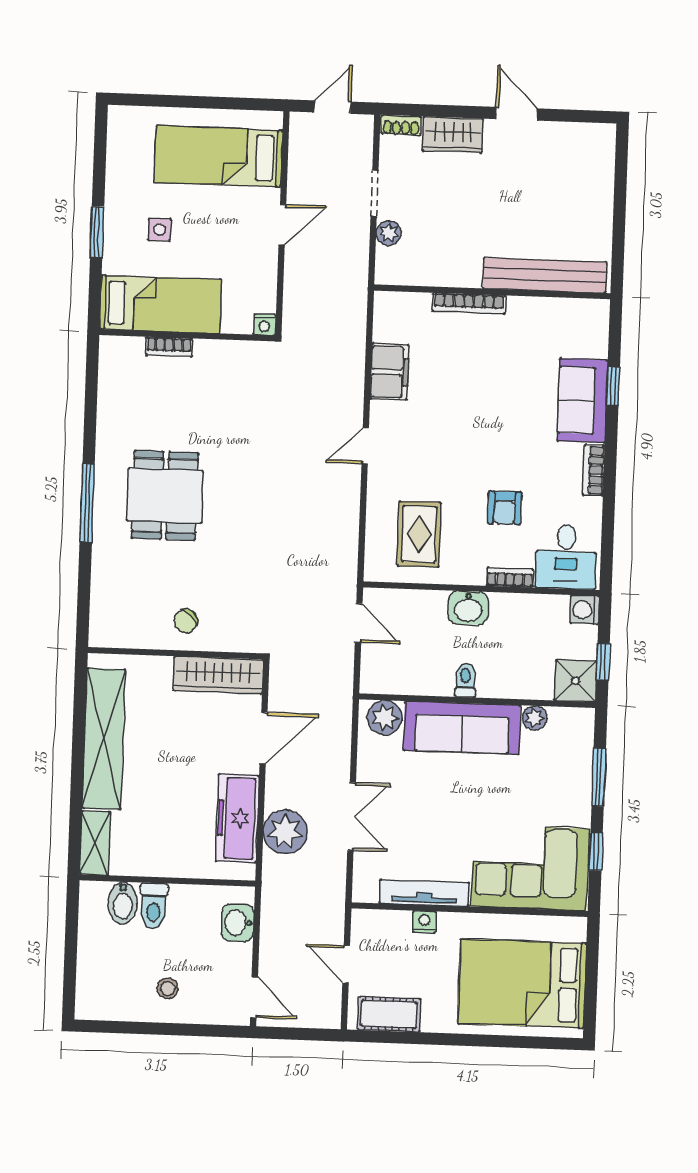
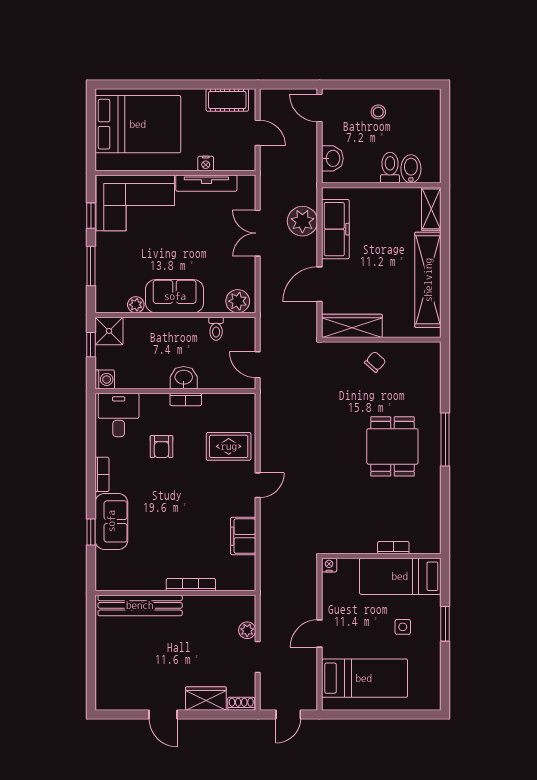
armchair: (505, 508) -> (161, 447), turned 180
rug: (419, 534) -> (229, 446), moved, turned 90
bookcase: (510, 577) -> (186, 399), moved
toilet: (465, 680) -> (216, 329), moved
sofa: (462, 728) -> (175, 296), width x0.73

